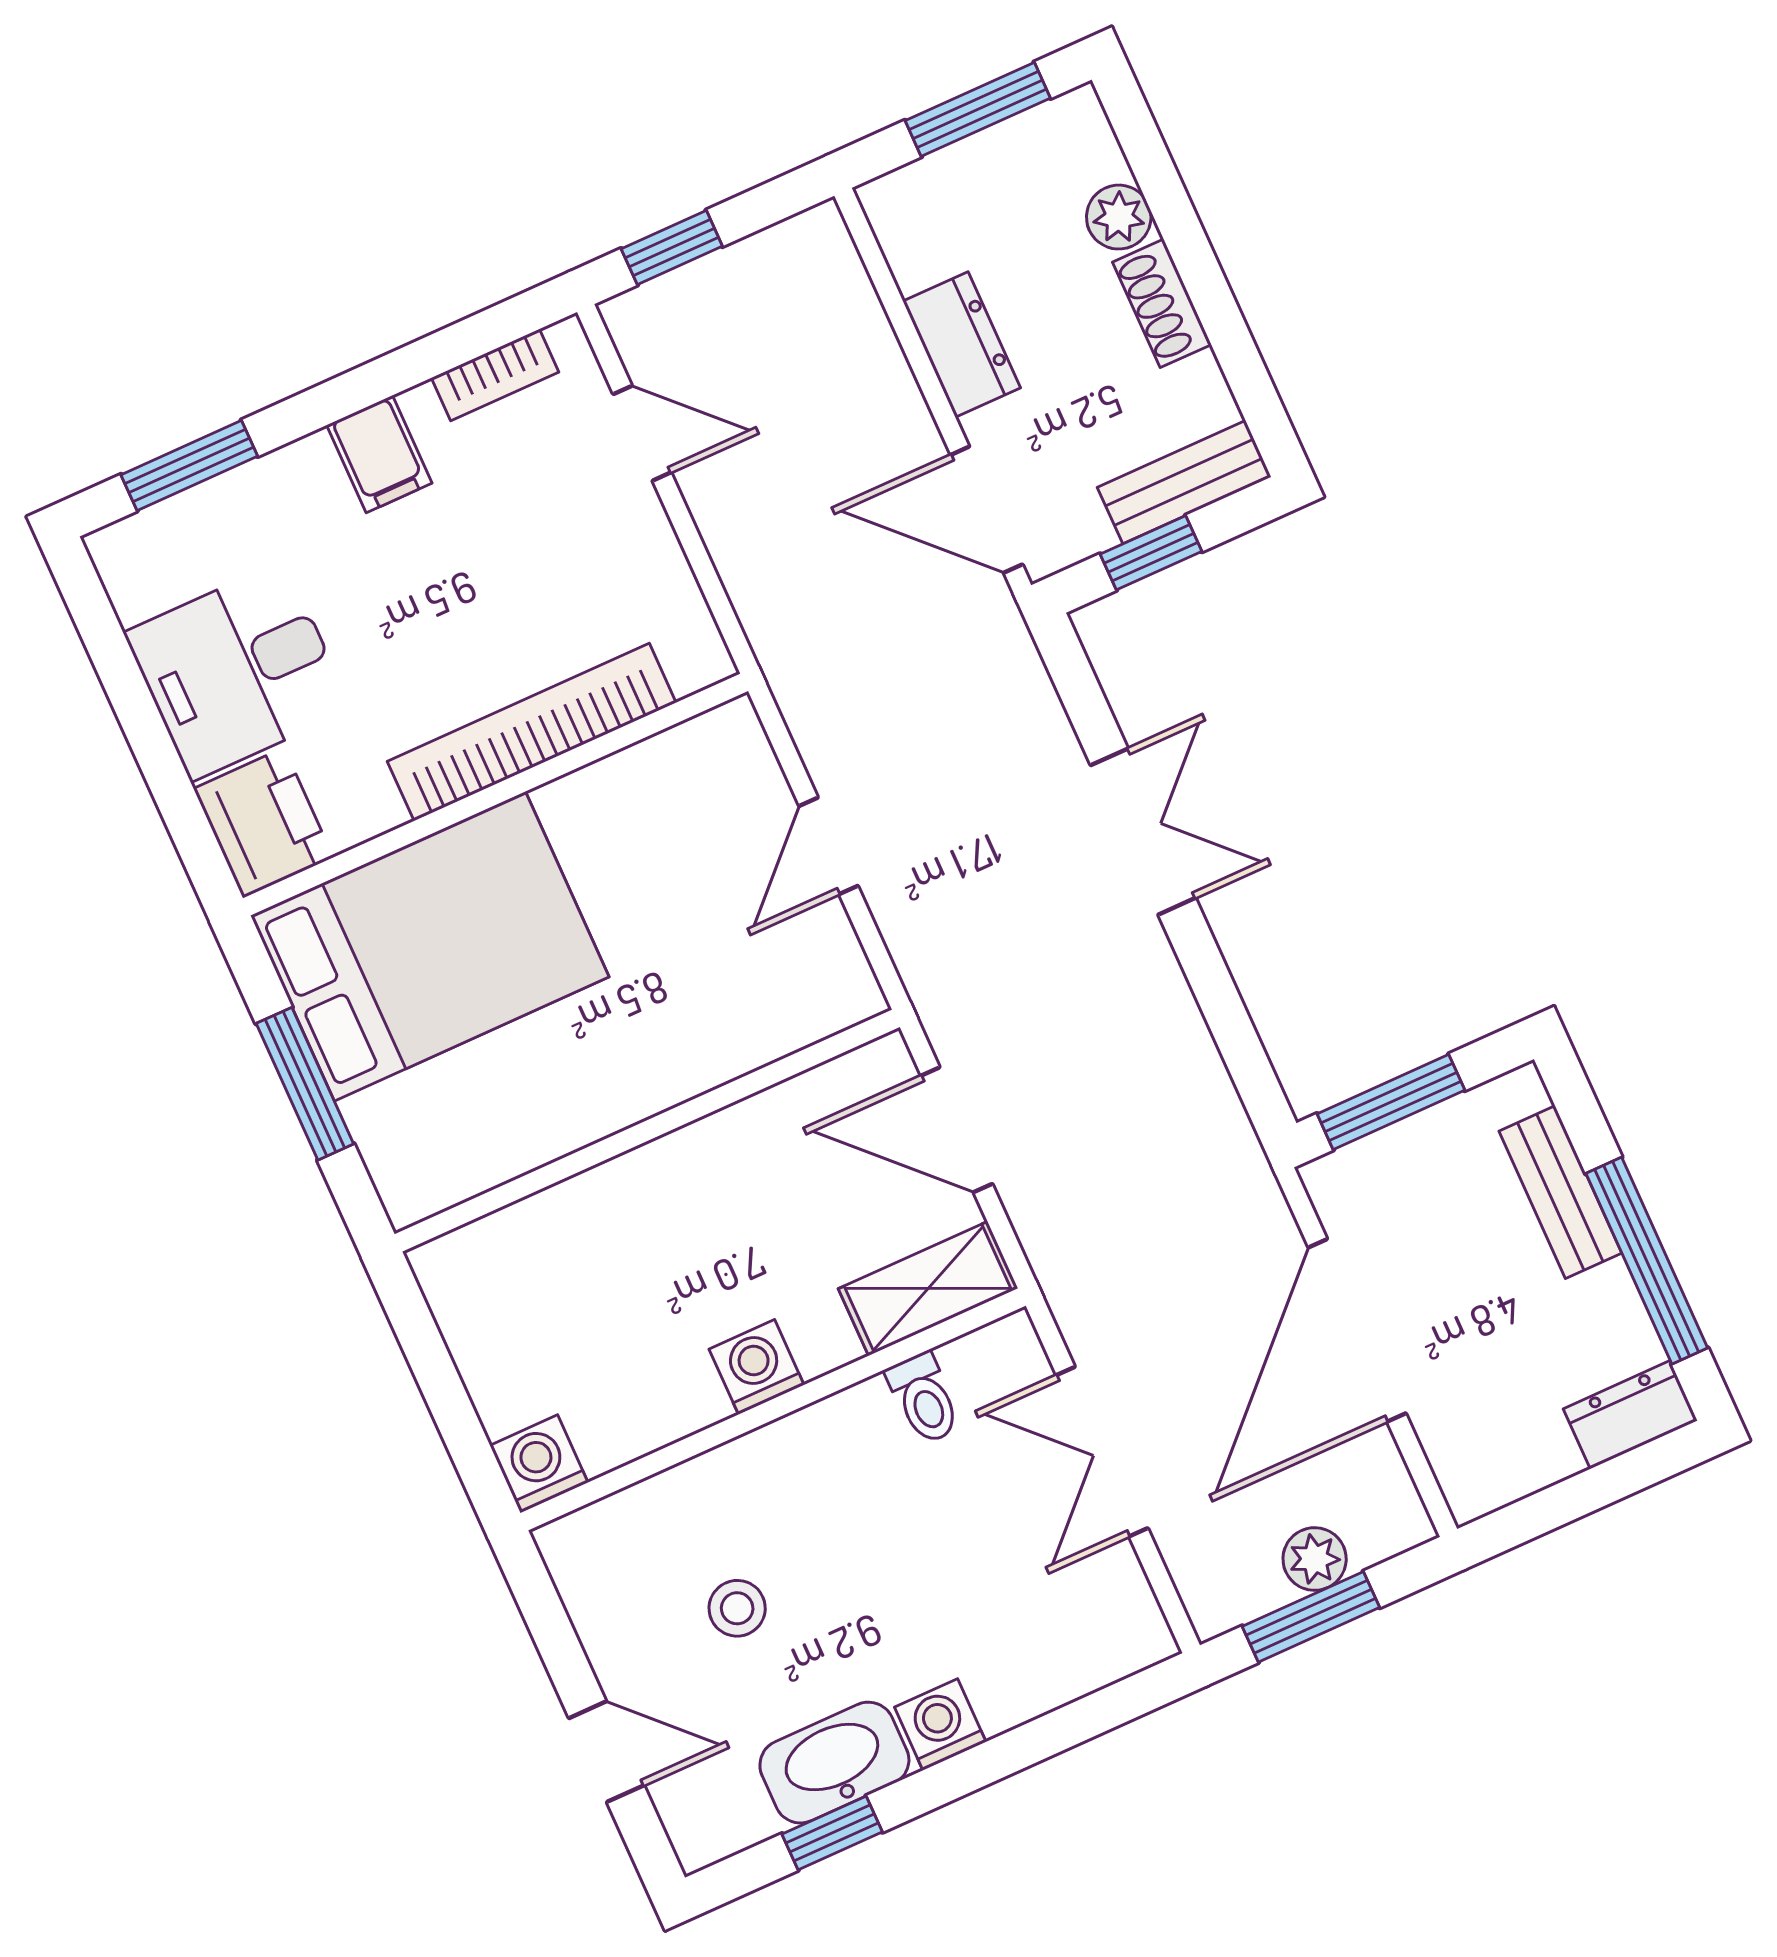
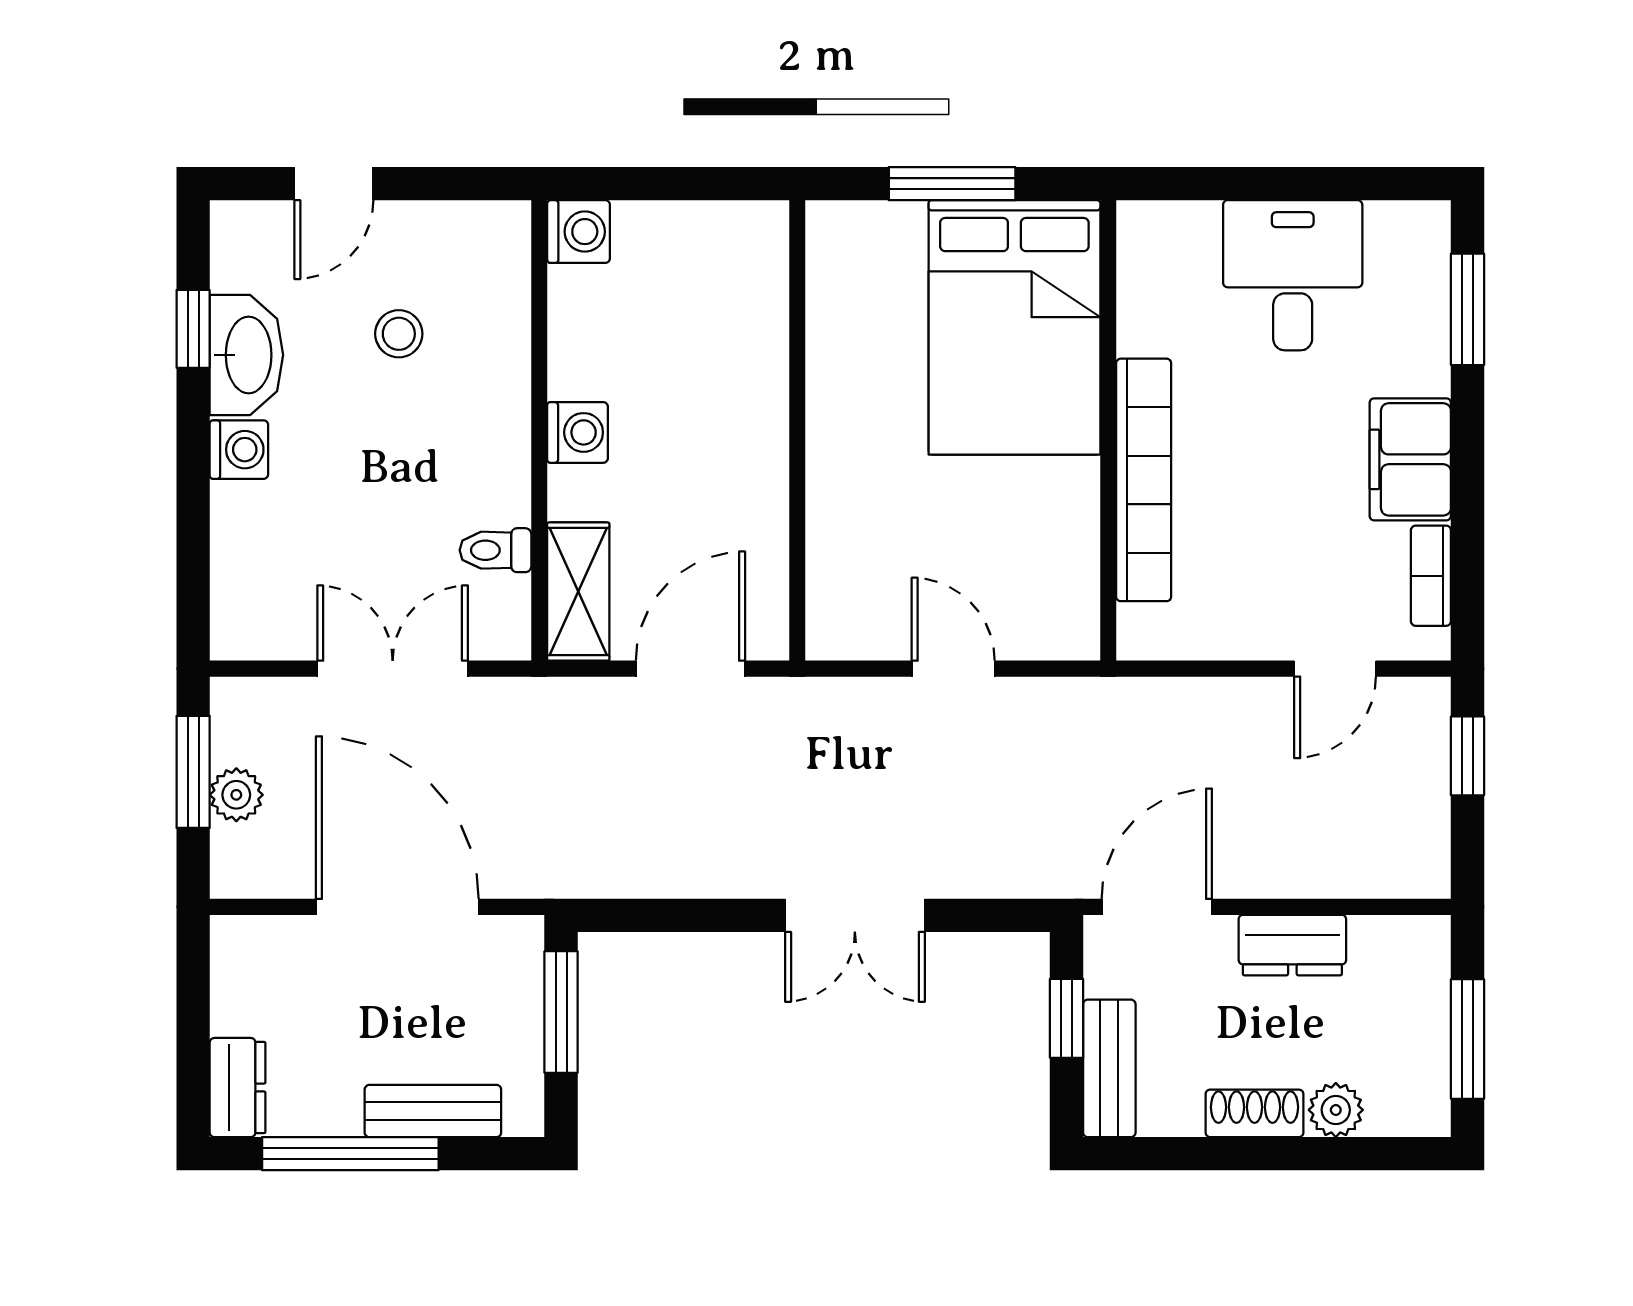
filing cabinet: (379, 454) -> (1410, 459), width x2.00
printer: (263, 823) -> (1167, 242), removed

